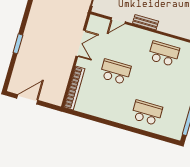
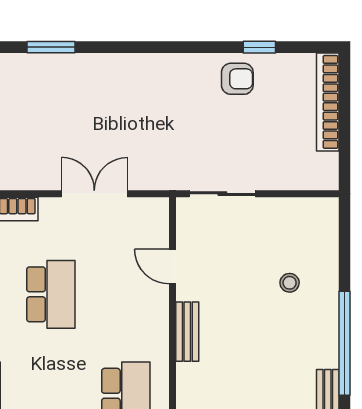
double door: (81, 43) -> (94, 194), swing flipped

